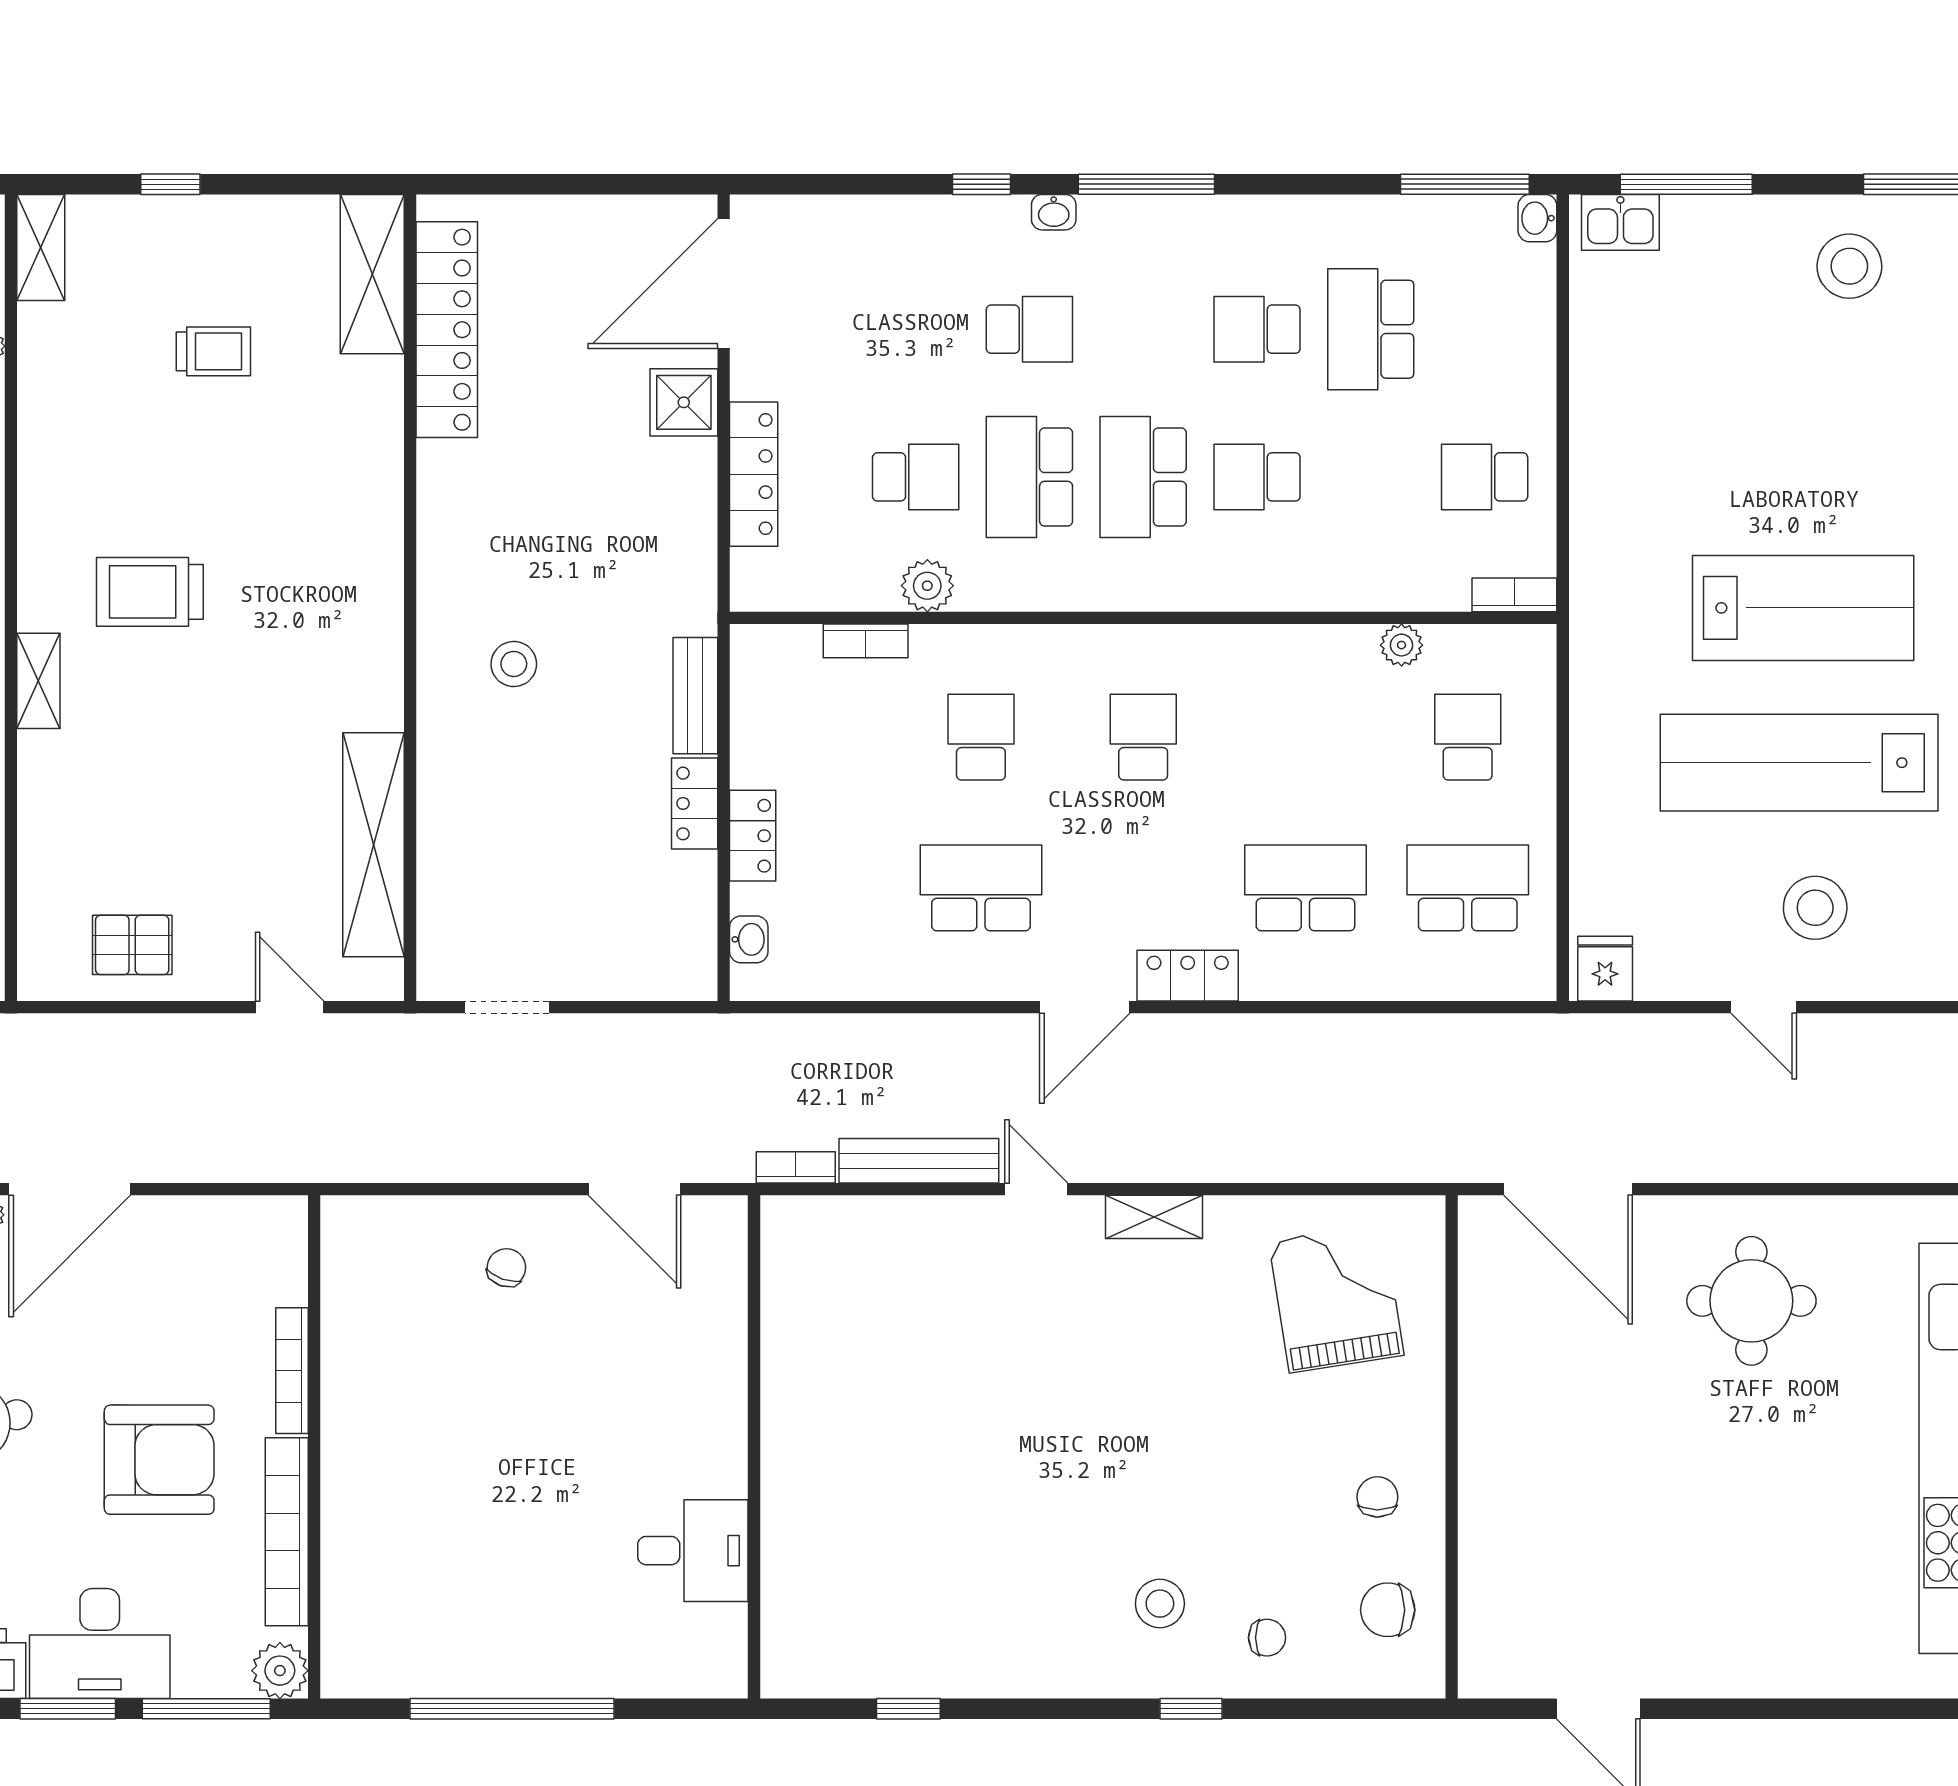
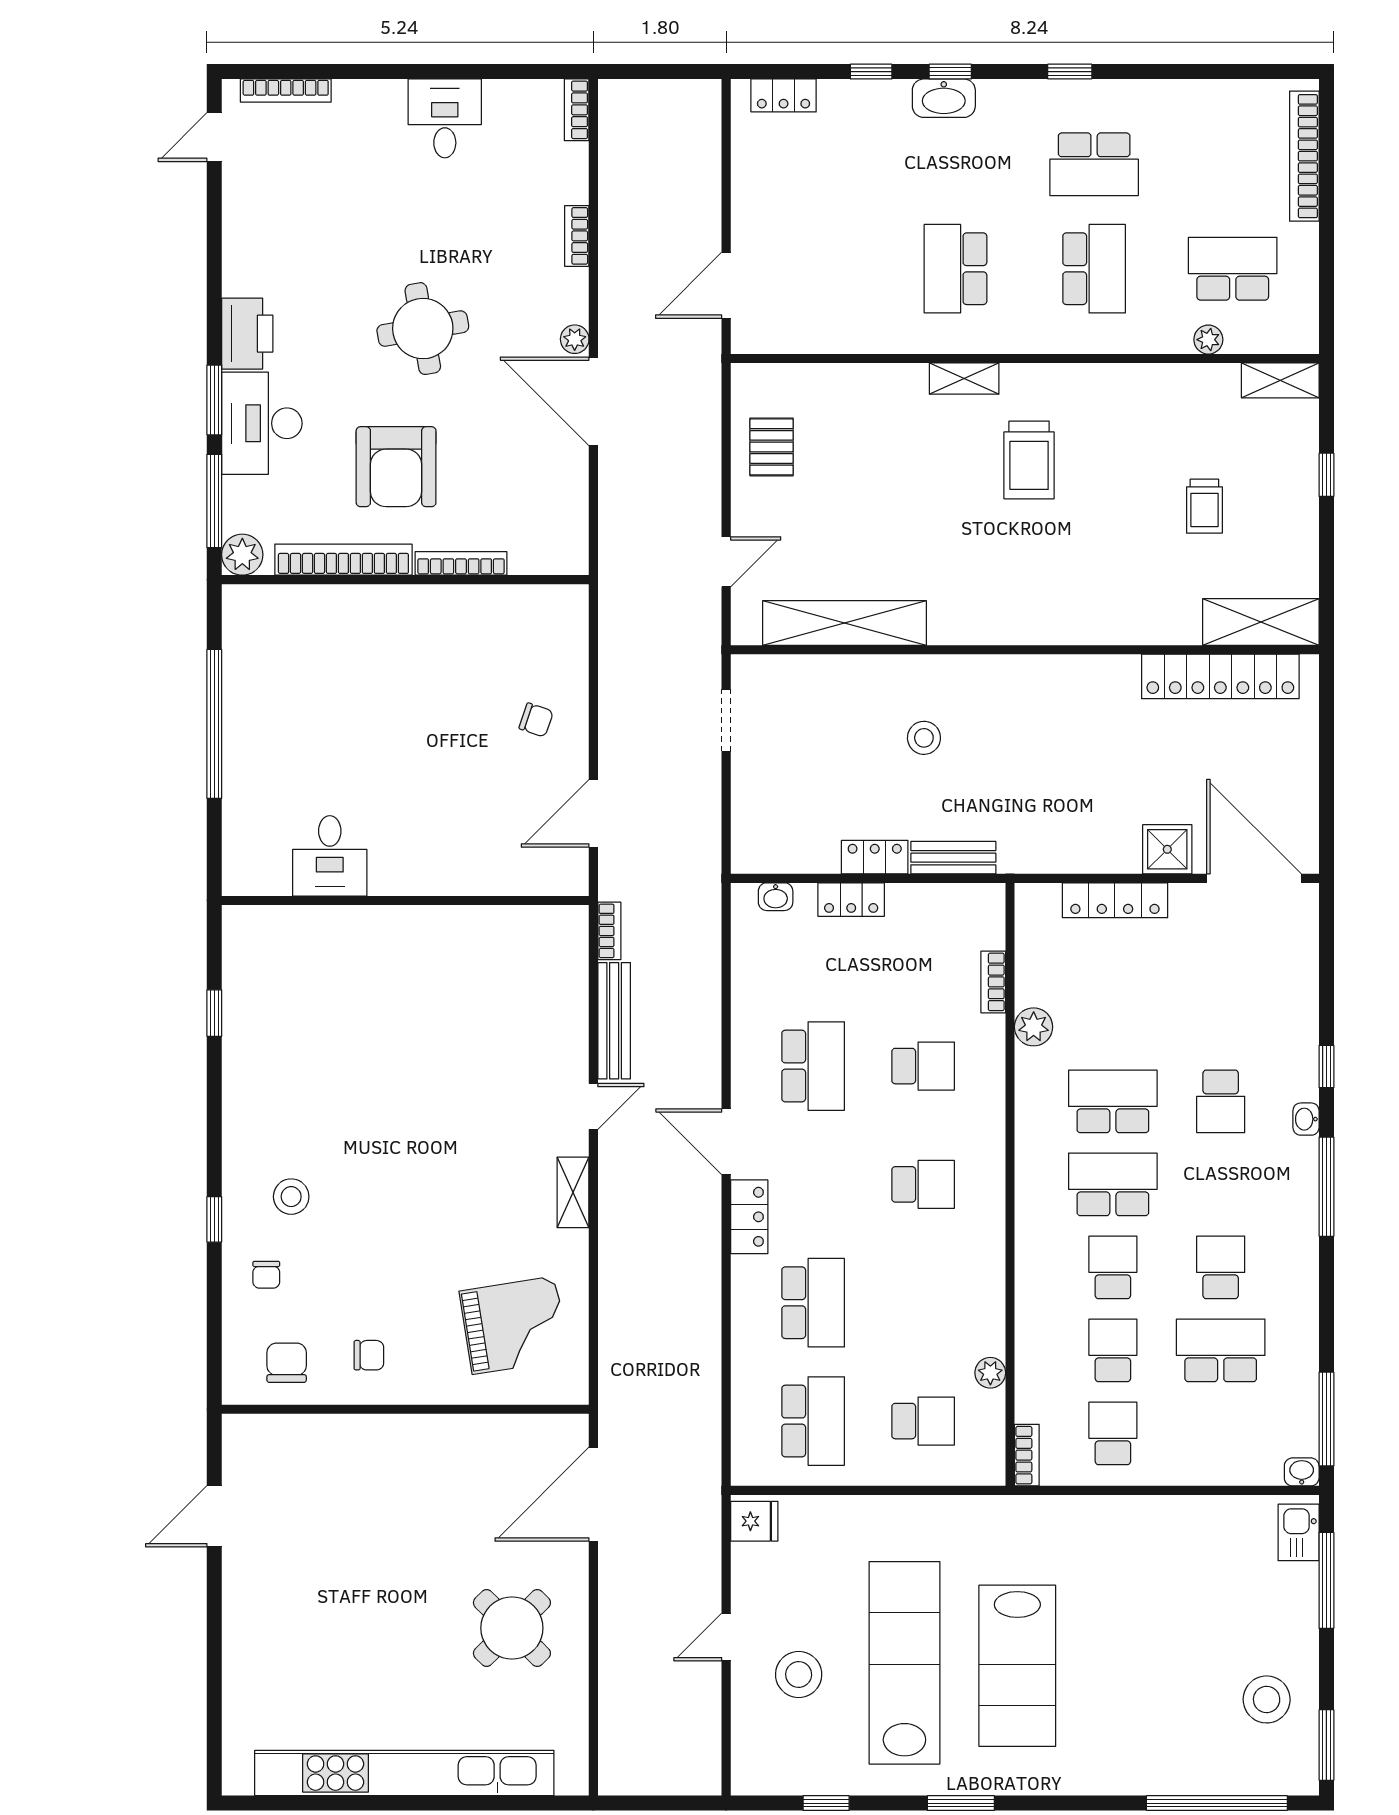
school desk: (916, 477) -> (1113, 1350), moved, turned 180
trolley: (150, 592) -> (1029, 460), turned 180
stool: (514, 664) -> (924, 738), moved
round table: (1751, 1301) -> (512, 1628), turned 45

